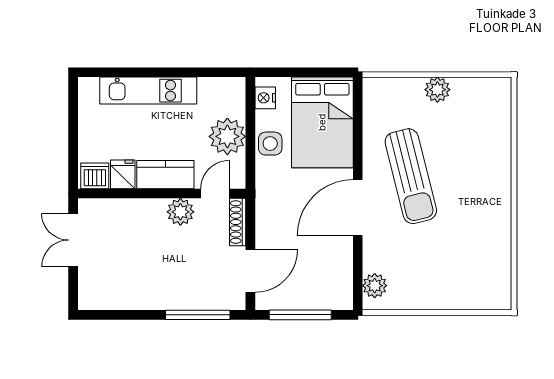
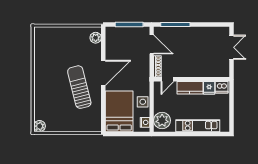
plant: (437, 90) -> (40, 126), moved
plant: (227, 136) -> (162, 120), moved
plant: (180, 212) -> (183, 71), removed
double door: (73, 240) -> (232, 47), moved
door: (250, 271) -> (152, 44), swing flipped

